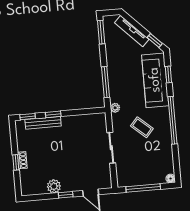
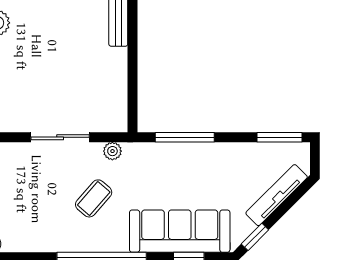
plant: (115, 108) -> (112, 151), moved
window: (53, 114) -> (132, 33), removed

